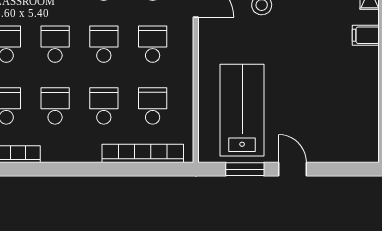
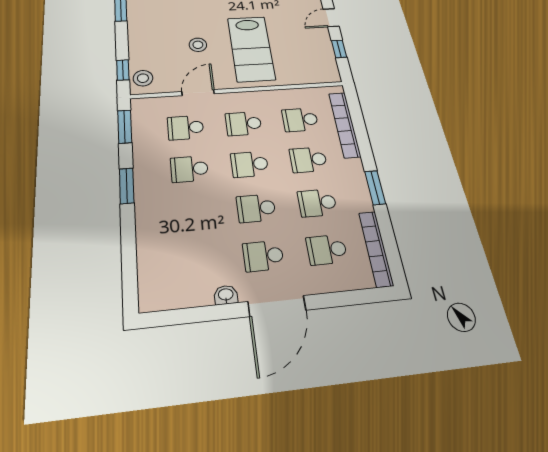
lab bench: (242, 110) -> (251, 49), moved, turned -90
window: (66, 169) -> (375, 188), added
window: (245, 169) -> (339, 49), width x0.67

